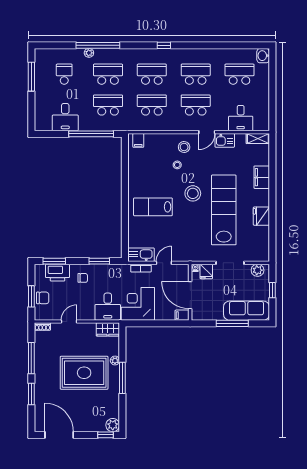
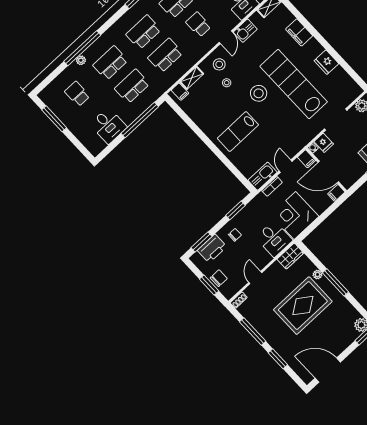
school desk: (196, 105) -> (198, 24), width x0.54
shelving: (156, 138) -> (192, 78), added
filing cabinet: (184, 271) -> (306, 159), added

